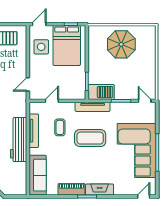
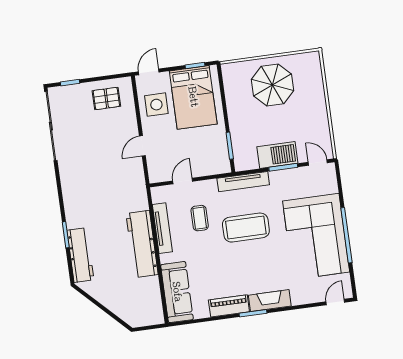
door: (28, 84) -> (142, 146), moved
barbecue: (101, 92) -> (277, 155), moved

